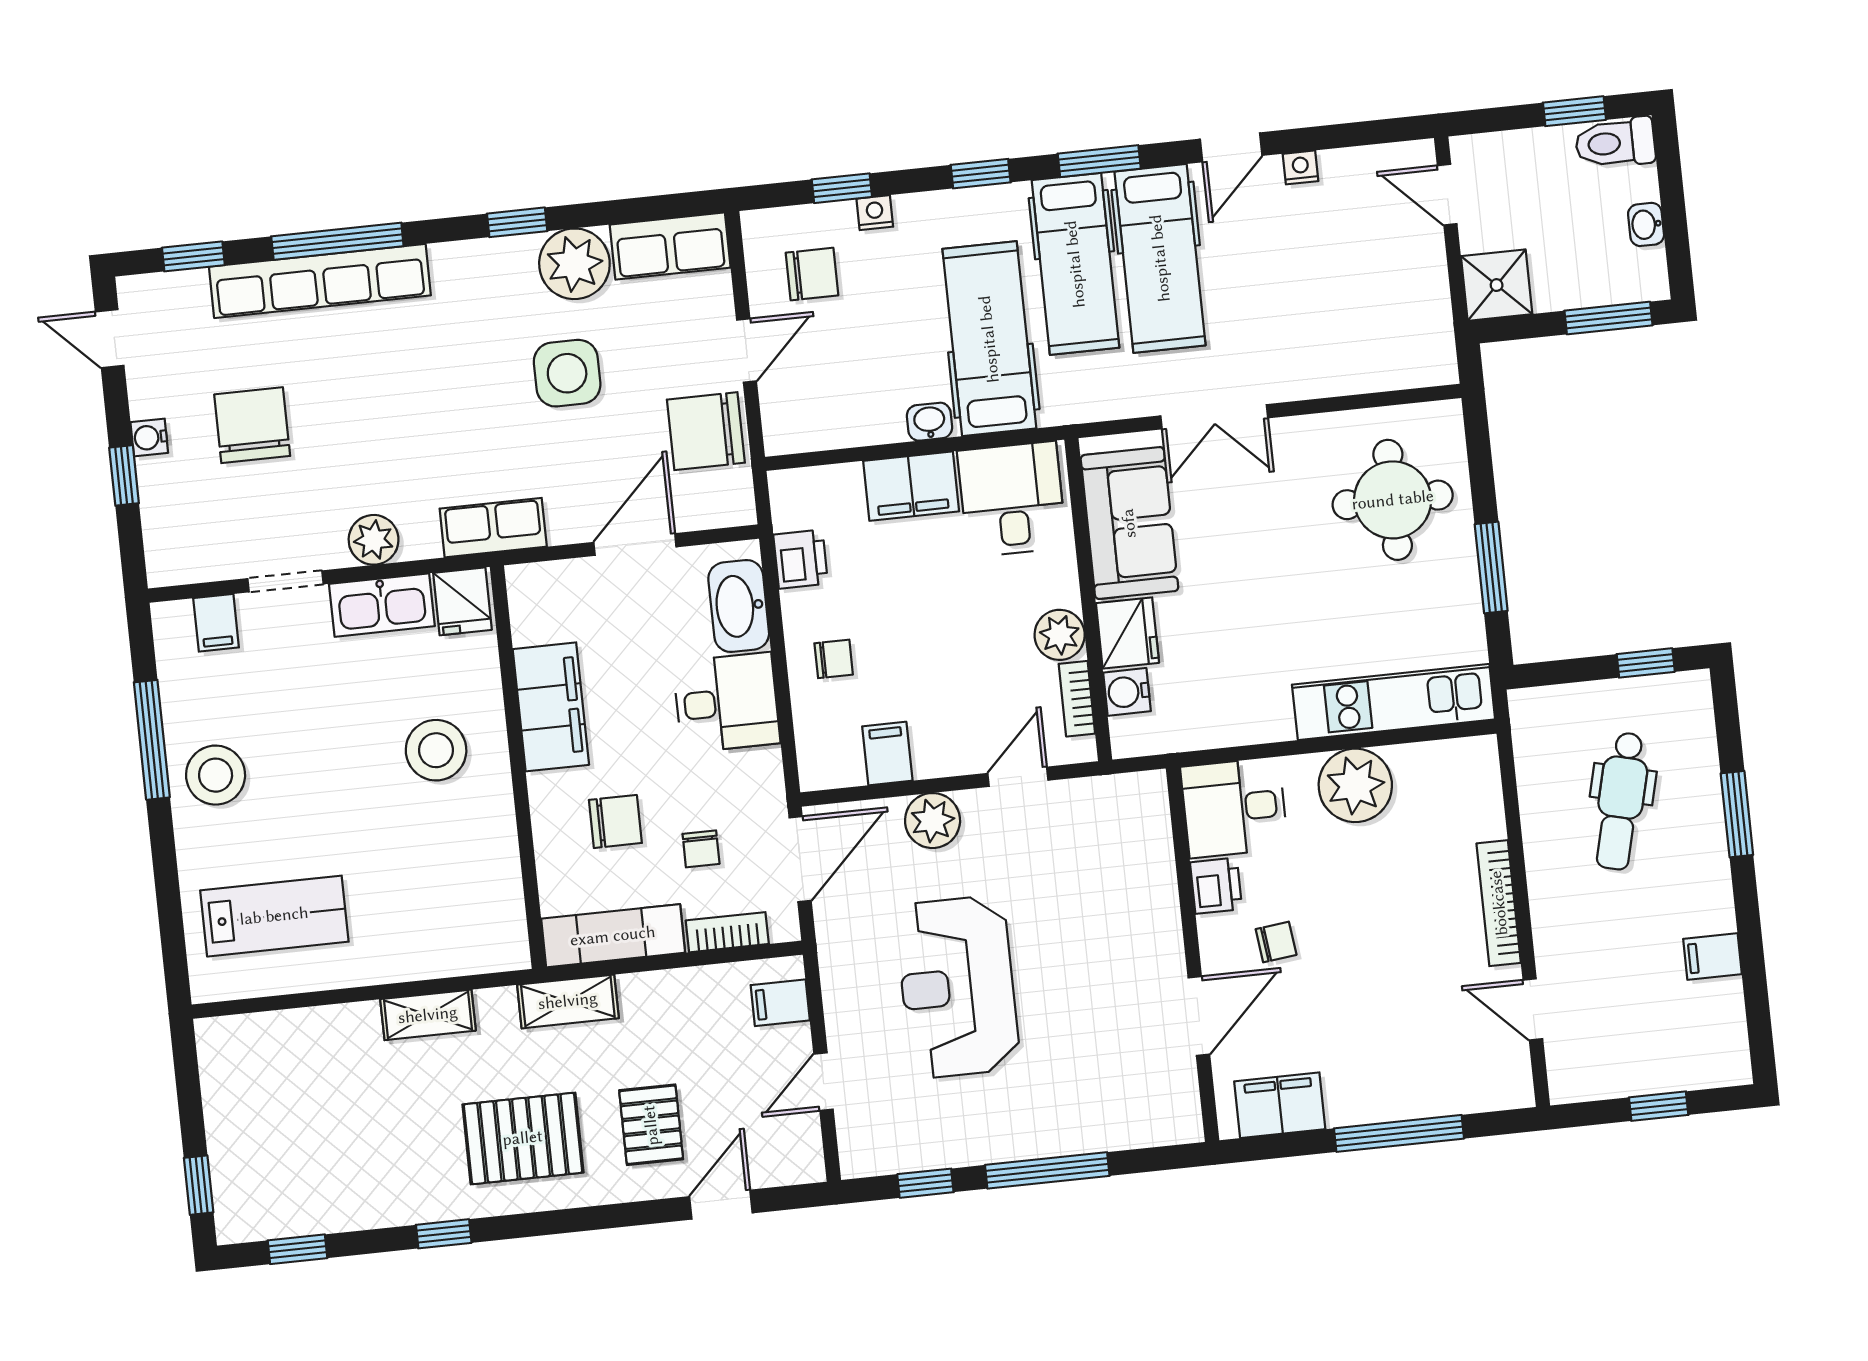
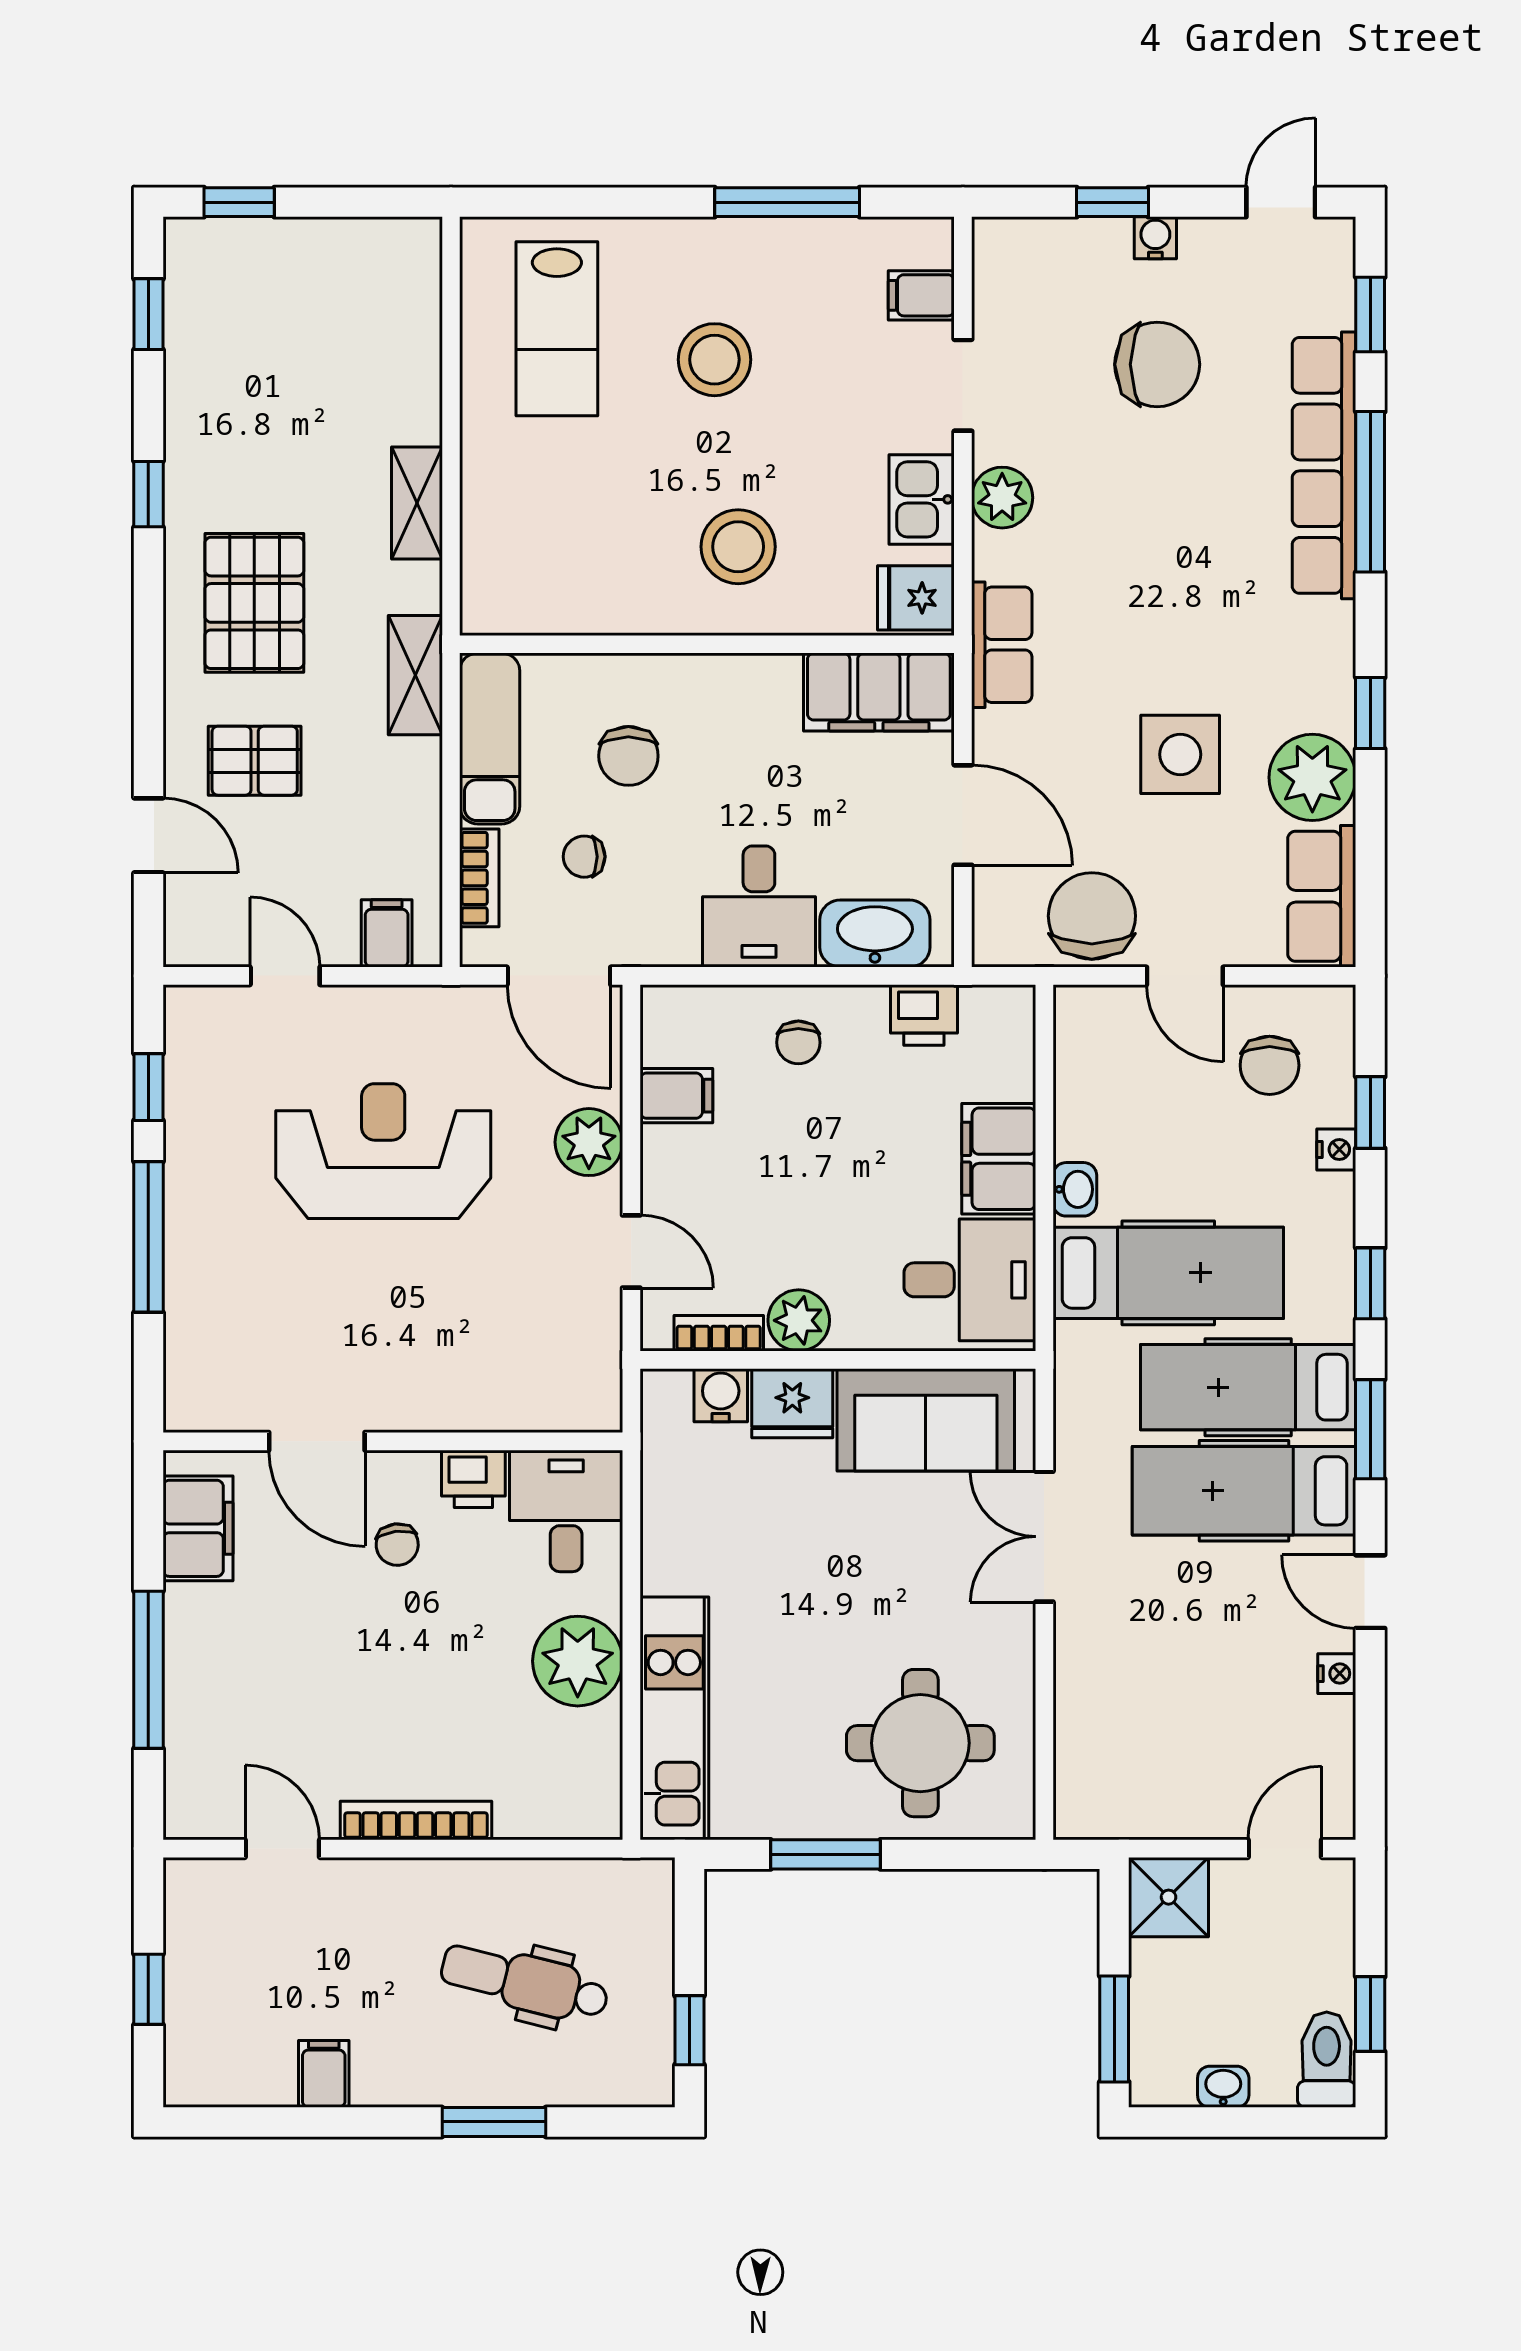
kitchen sink: (382, 605) -> (922, 499), width x0.73
filing cabinet: (551, 707) -> (879, 692), moved
stool: (216, 775) -> (714, 360), moved
door: (1533, 1009) -> (282, 1849), hinge flipped

